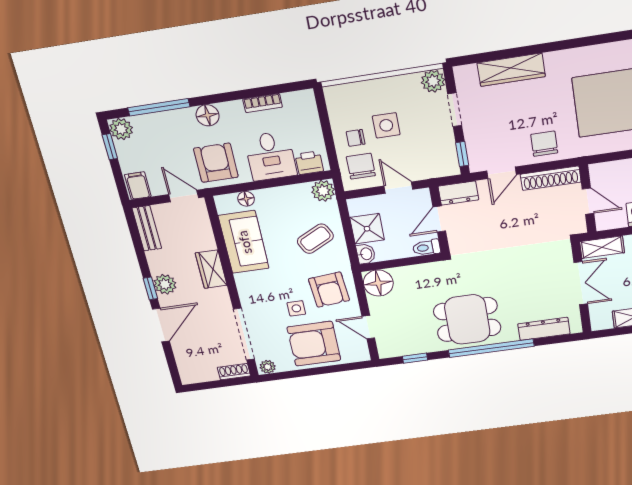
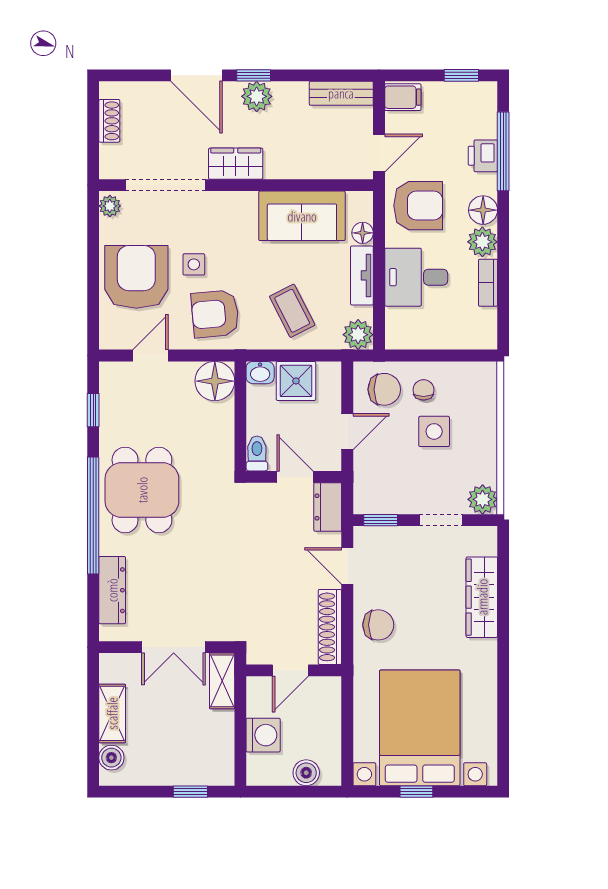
plant: (121, 129) -> (482, 242), moved
printer: (309, 163) -> (483, 156), moved, turned 180
tv unit: (278, 195) -> (362, 275), added
wardrobe: (211, 269) -> (236, 164), moved
shoe rack: (234, 372) -> (109, 121), moved

